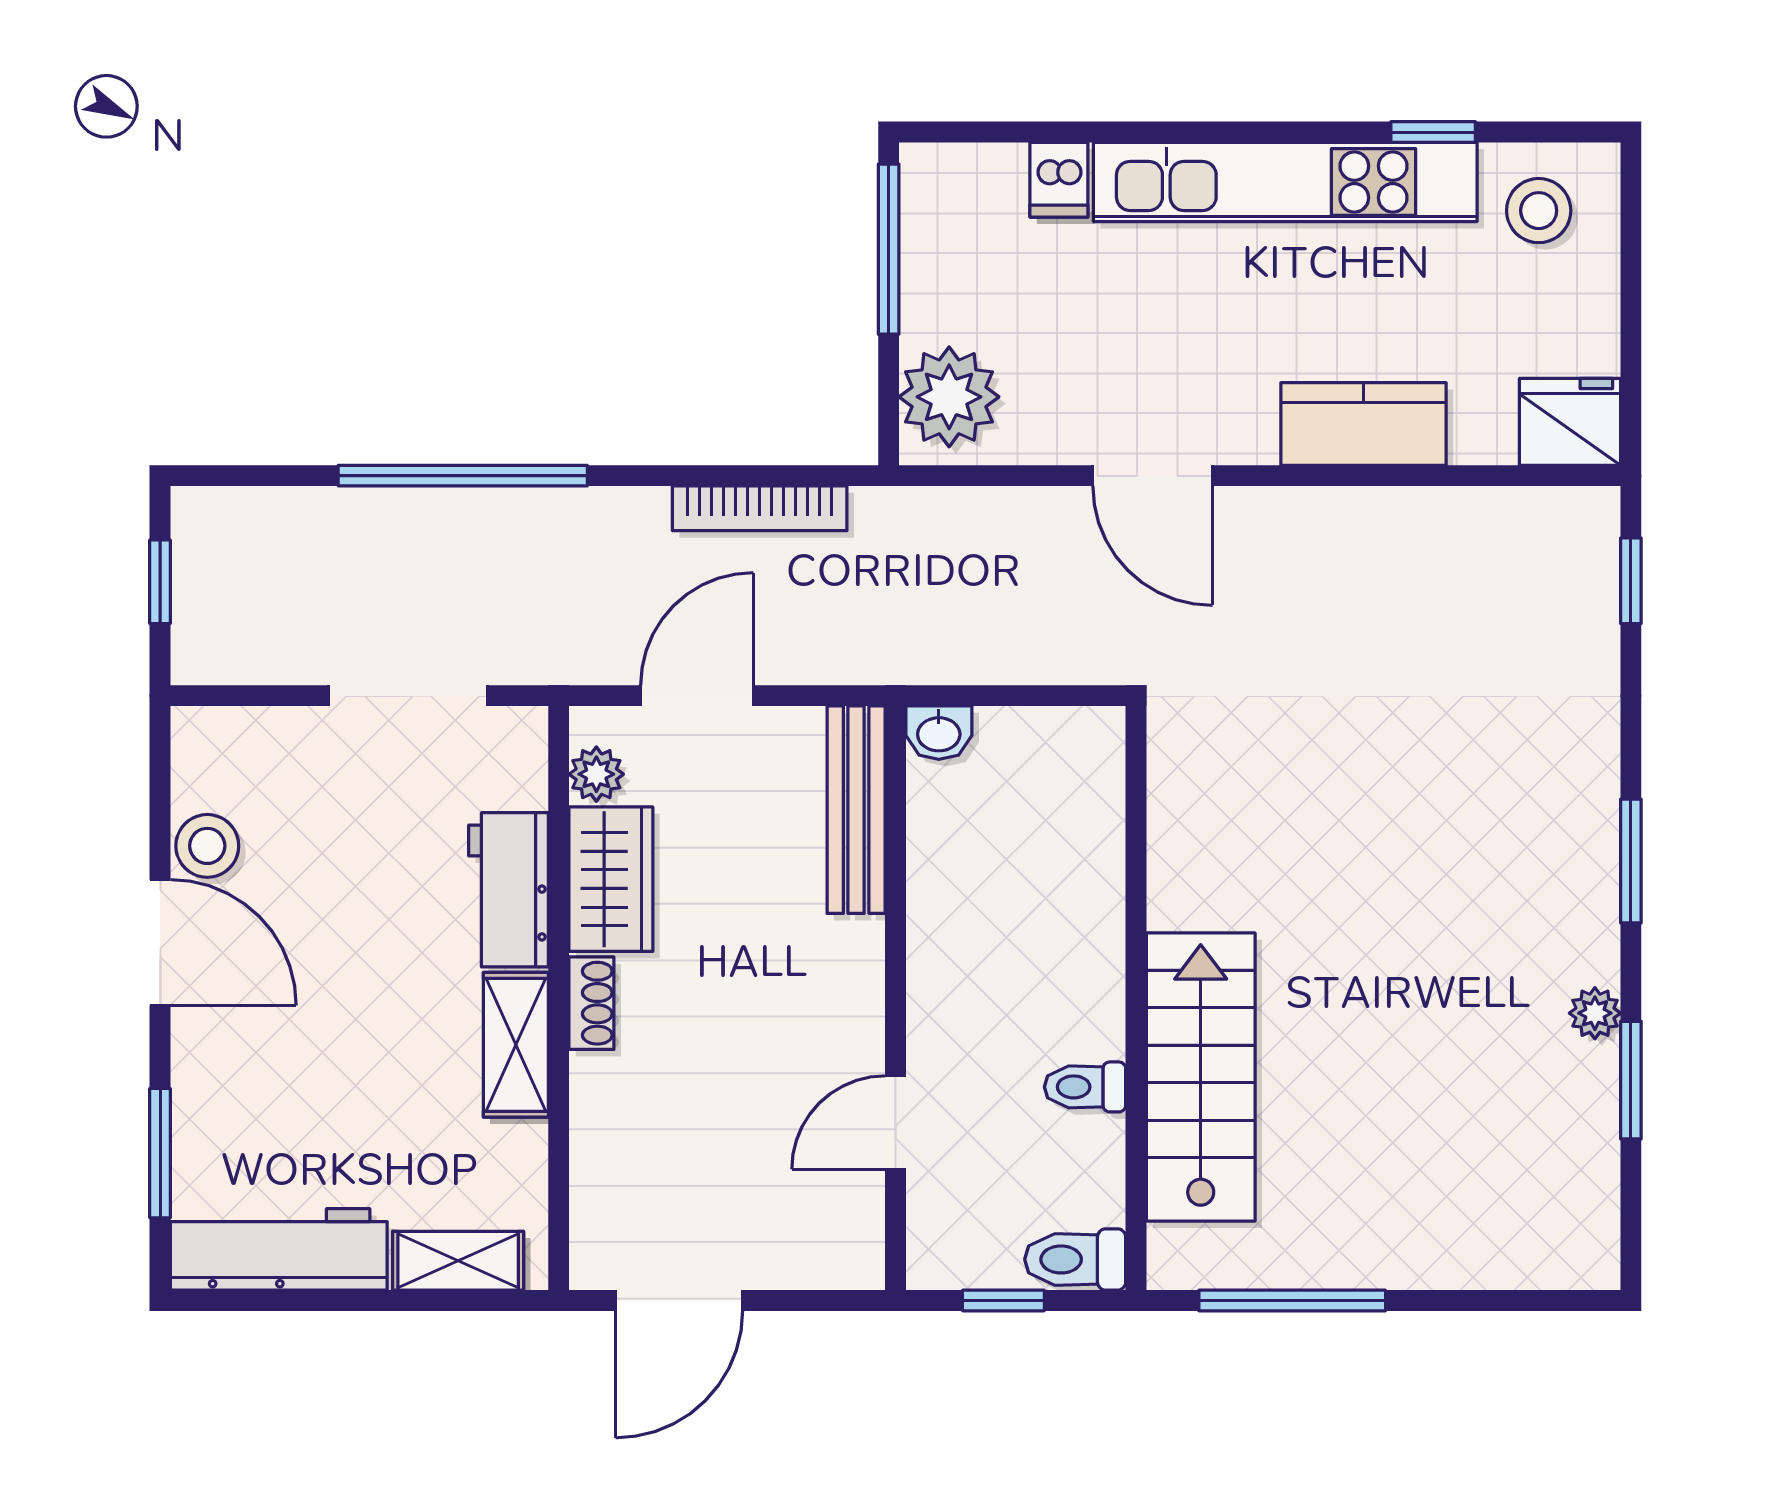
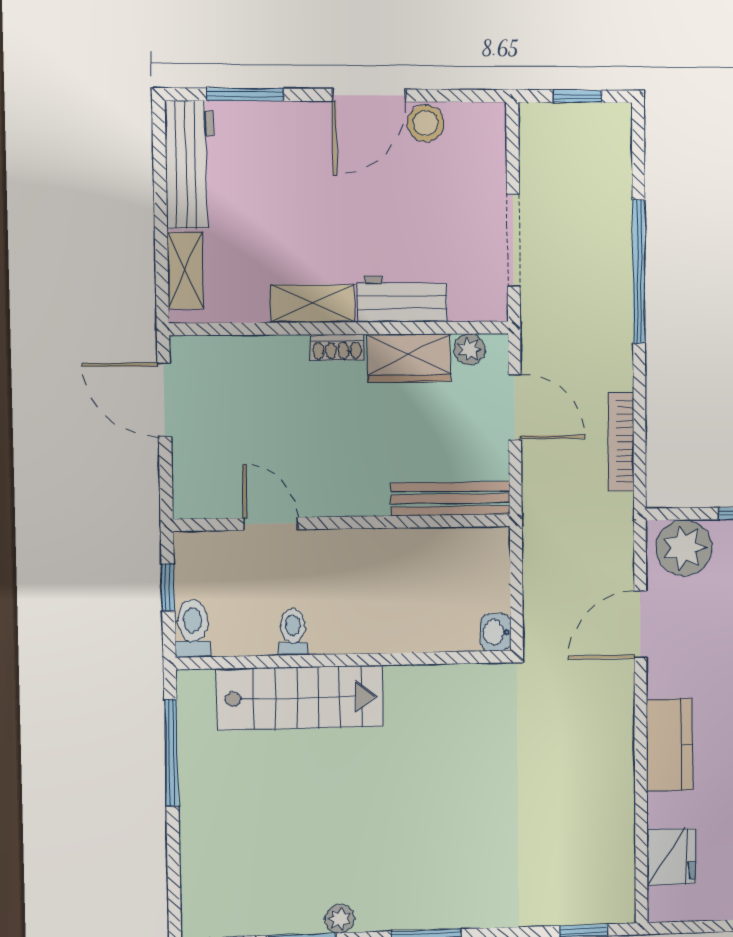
fridge: (1570, 422) -> (671, 857), moved
kitchen counter: (1364, 424) -> (670, 745), moved
door: (1153, 476) -> (640, 624), moved
washbasin: (939, 733) -> (496, 632), moved

